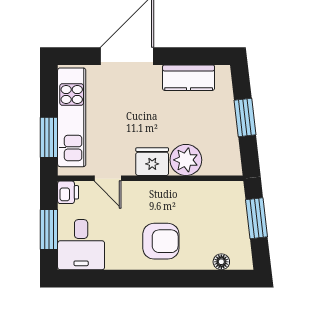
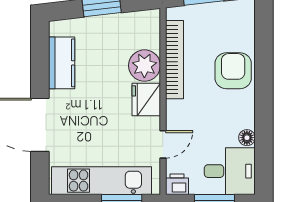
bookcase: (192, 190) -> (174, 60), added
armchair: (161, 241) -> (233, 71), moved
floor lamp: (221, 262) -> (247, 138), moved

